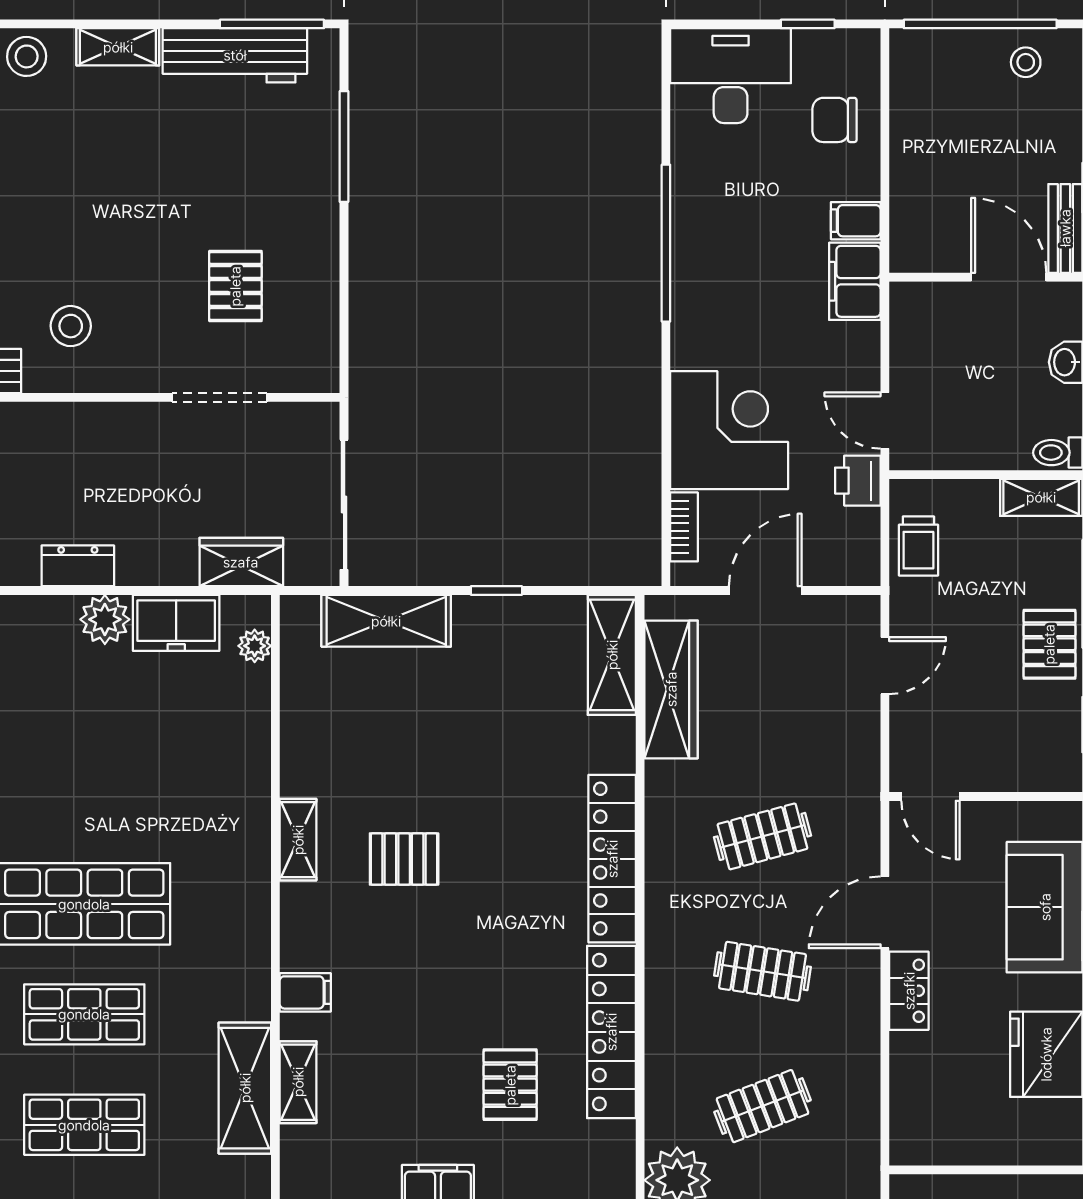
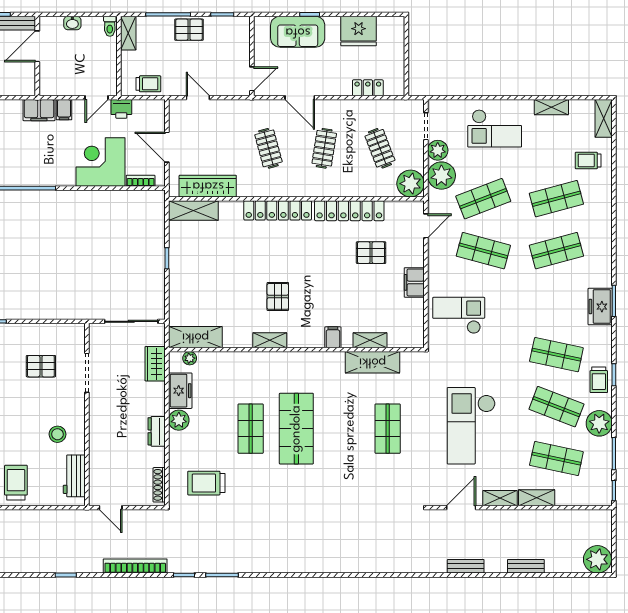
filing cabinet: (856, 221) -> (64, 110), moved
shelving: (386, 621) -> (195, 337), moved, turned 90
locker: (909, 991) -> (368, 88), moved
shop shelf: (84, 1014) -> (251, 429), moved

